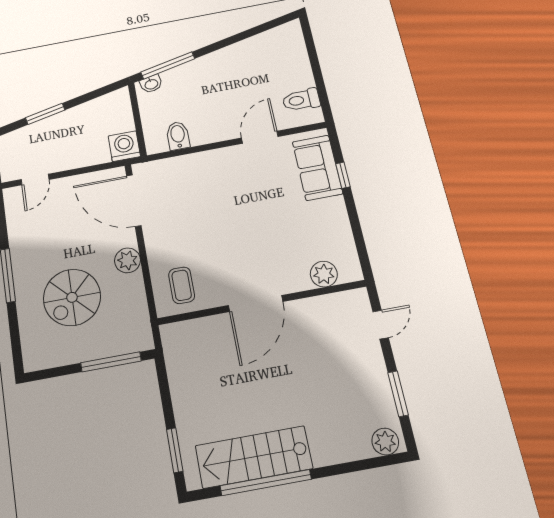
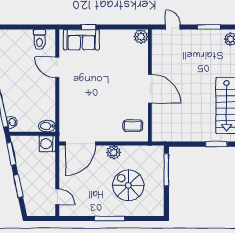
window: (98, 93) -> (11, 154), added
bidet: (178, 136) -> (47, 126), moved
plant: (324, 274) -> (141, 37), moved
spiral stairs: (72, 297) -> (128, 185), turned 180

